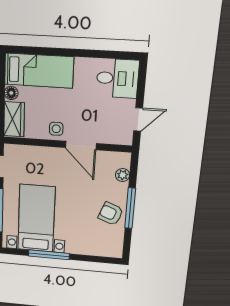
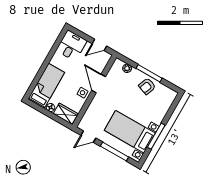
door: (138, 119) -> (99, 45), swing flipped
door: (81, 145) -> (99, 84), swing flipped

